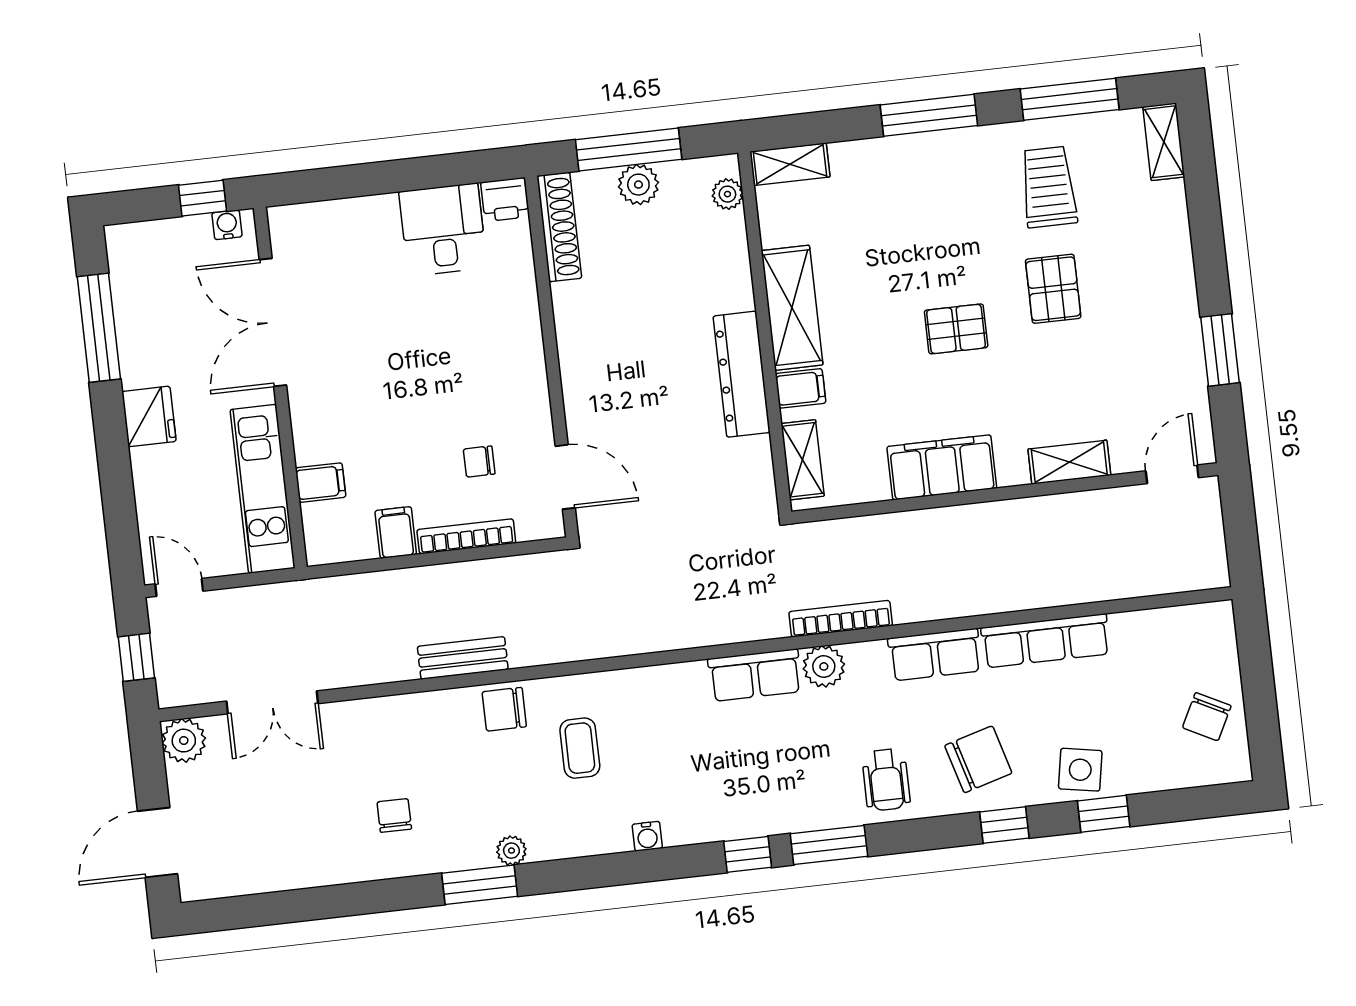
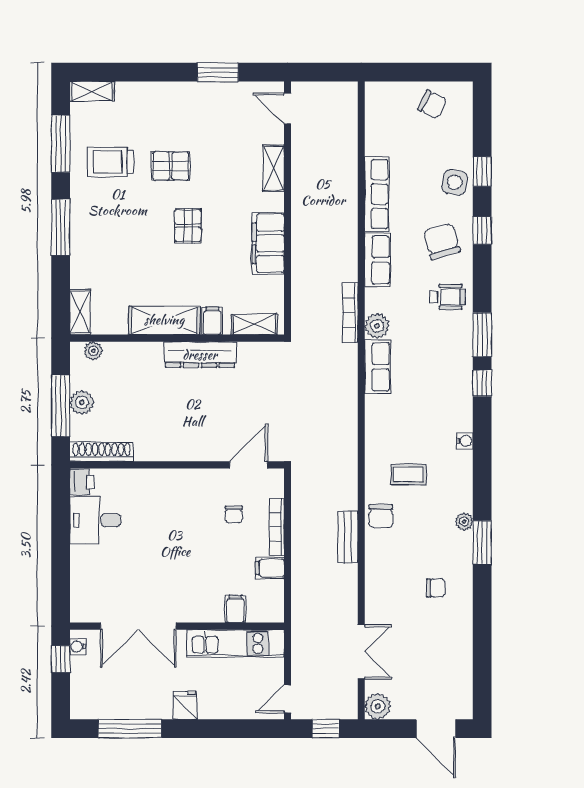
fridge: (149, 416) -> (185, 705), width x0.72
chair: (394, 815) -> (436, 588), turned 180

